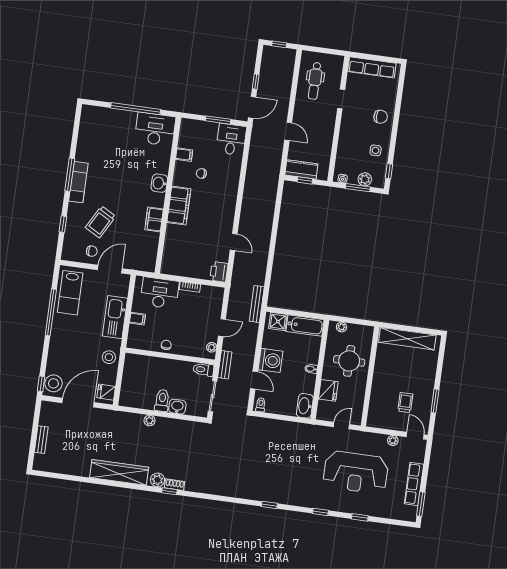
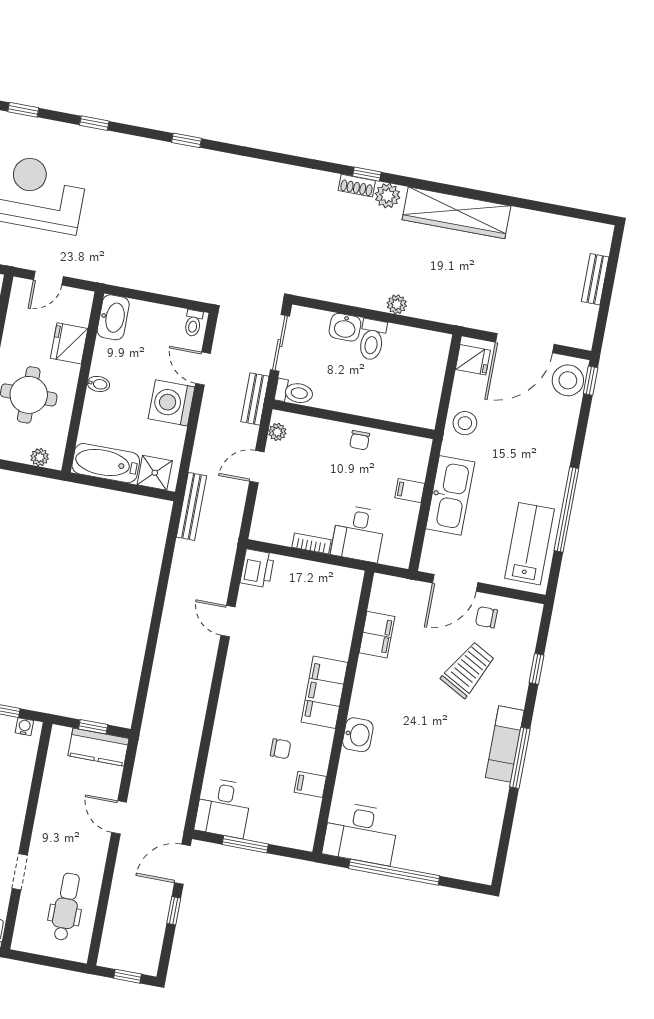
filing cabinet: (154, 219) -> (377, 635), moved
desk: (160, 293) -> (358, 534), width x0.73

